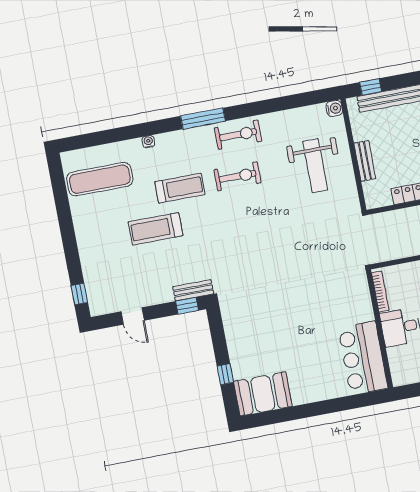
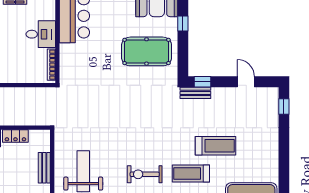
pool table: (264, 331) -> (147, 51), added

